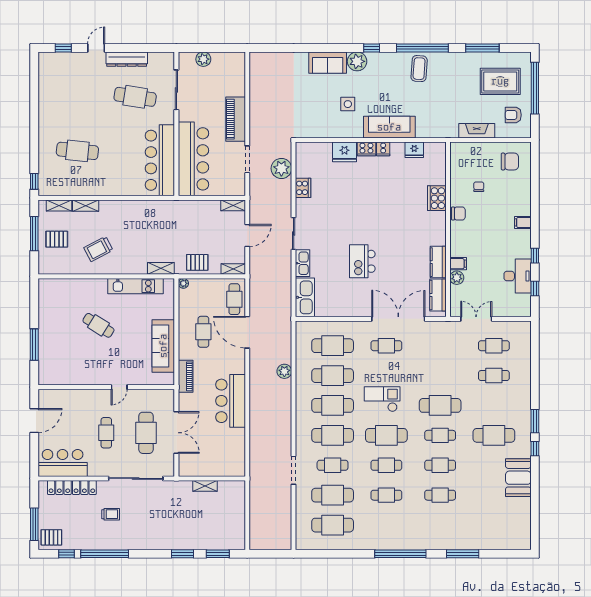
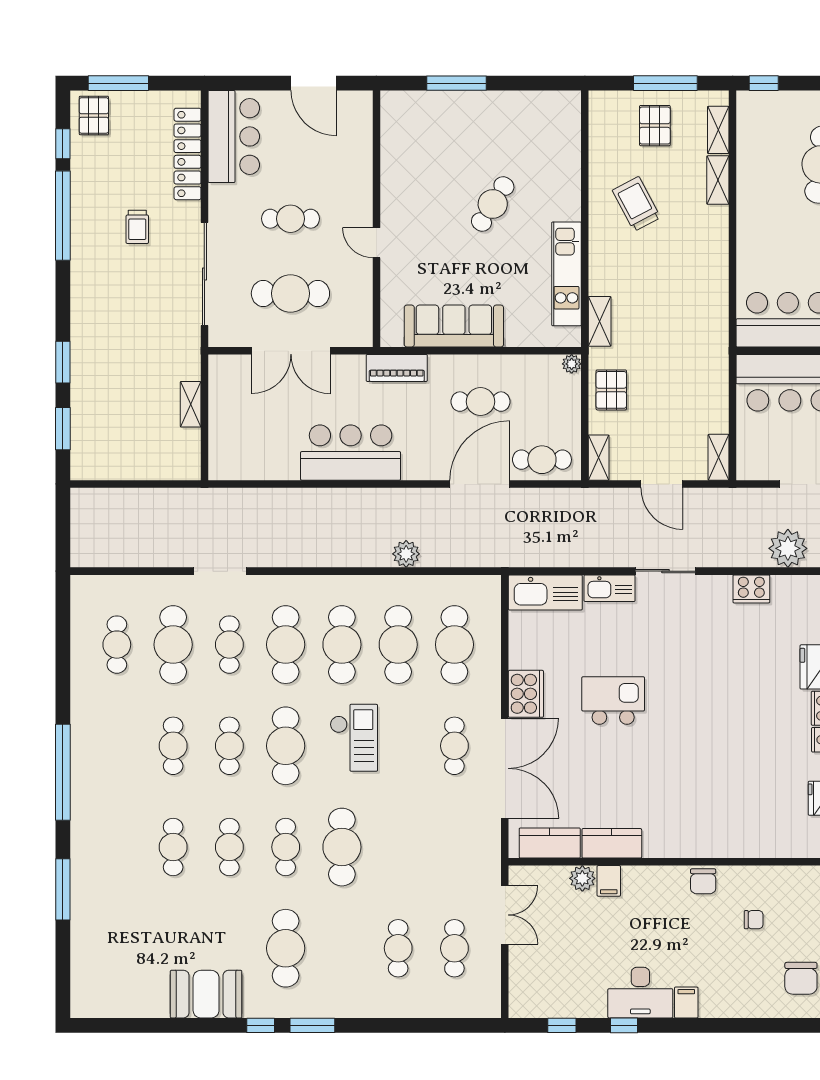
cooker: (437, 198) -> (526, 694), moved, turned 90
desk: (518, 276) -> (640, 993), moved
cafe table: (333, 525) -> (117, 645), width x0.73, depth x0.74

